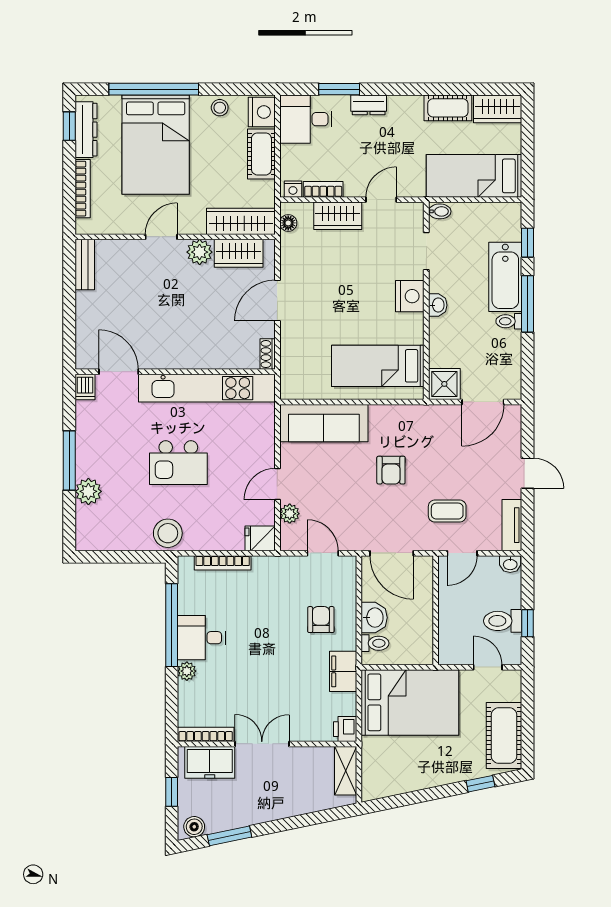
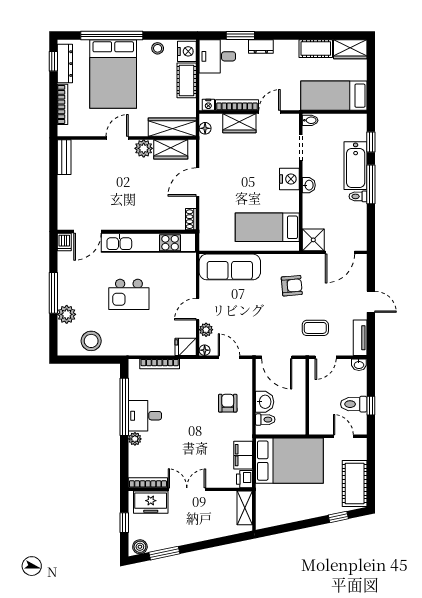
bookcase: (323, 189) -> (237, 105), width x1.56
door: (119, 372) -> (87, 231), swing flipped
armchair: (391, 470) -> (292, 286), moved, turned -95
stool: (168, 533) -> (91, 341), moved
floor lamp: (287, 543) -> (205, 350), added
filing cabinet: (343, 671) -> (243, 455), moved

